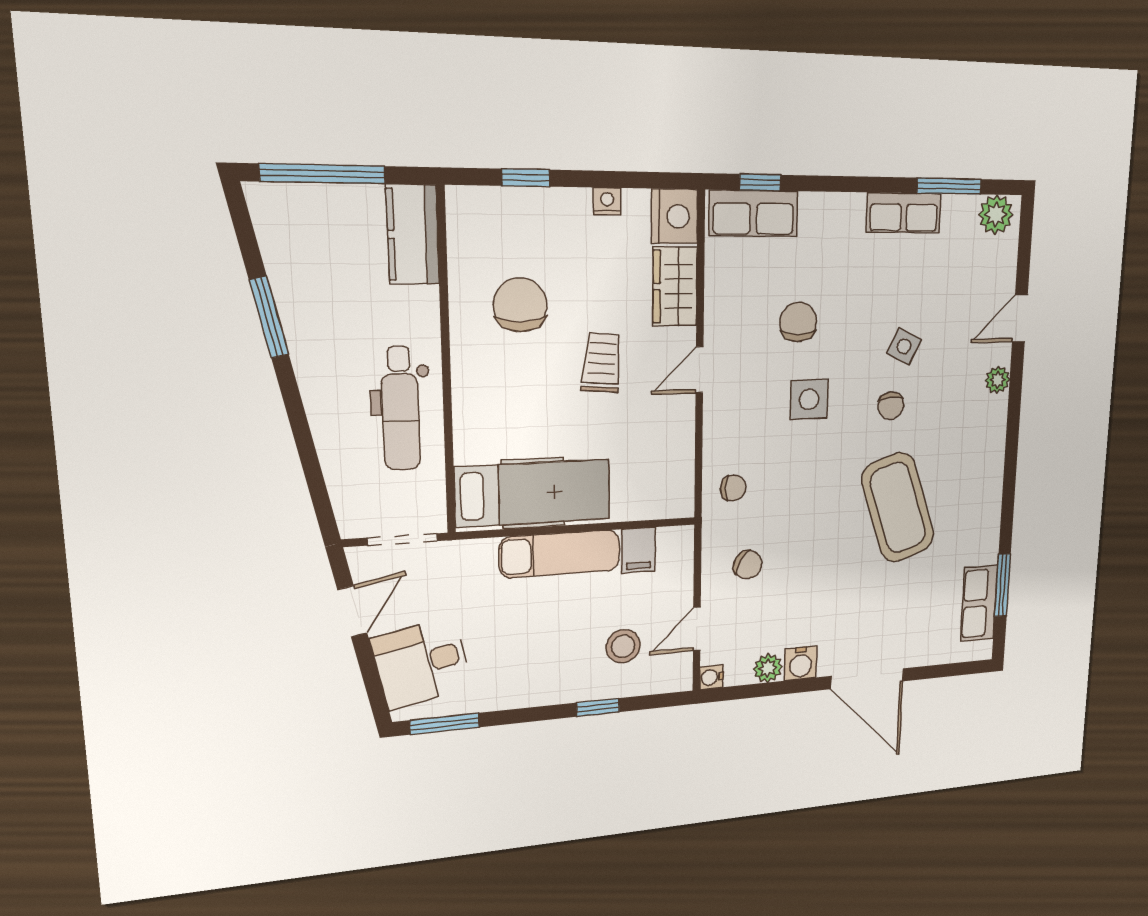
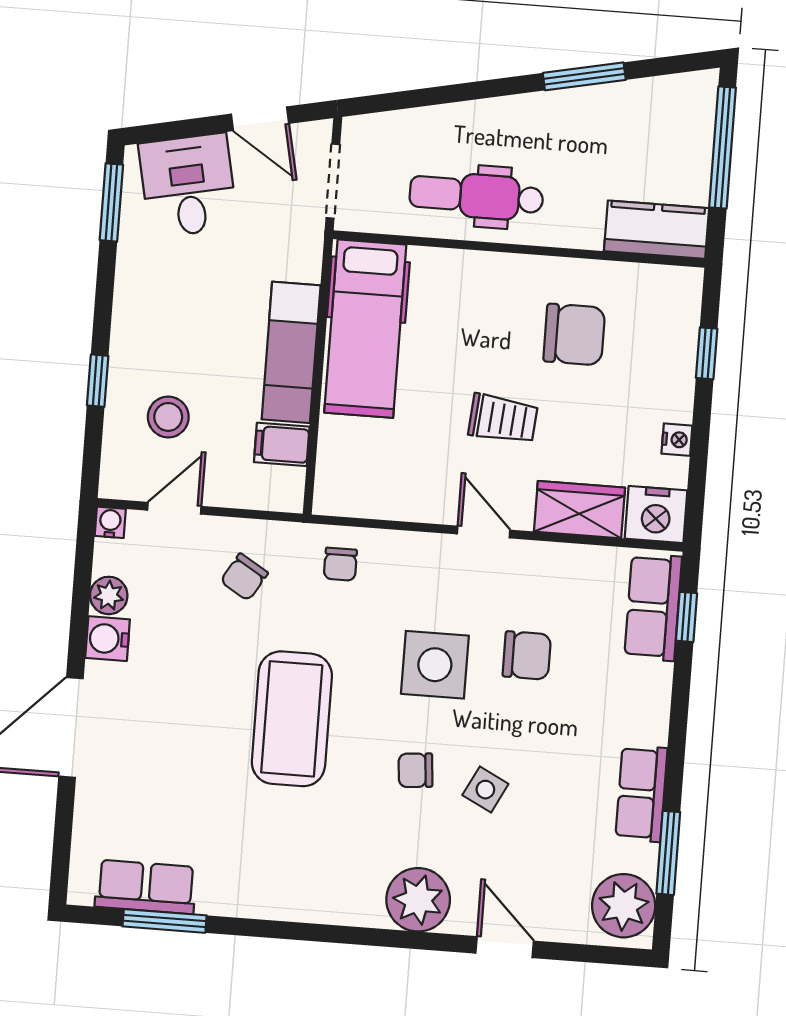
plant: (996, 215) -> (624, 906), width x1.36, depth x1.36
plant: (998, 380) -> (418, 900), width x1.88, depth x1.88
side table: (809, 399) -> (435, 665), width x1.37, depth x1.37
coffee table: (898, 508) -> (292, 719), moved, turned -71
door: (697, 629) -> (174, 508), hinge flipped

